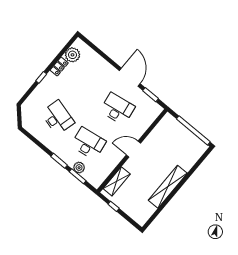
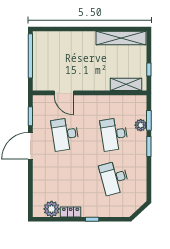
desk: (57, 118) -> (114, 178), turned -30
door: (133, 149) -> (64, 93), moved
shelving: (168, 187) -> (121, 38), moved

